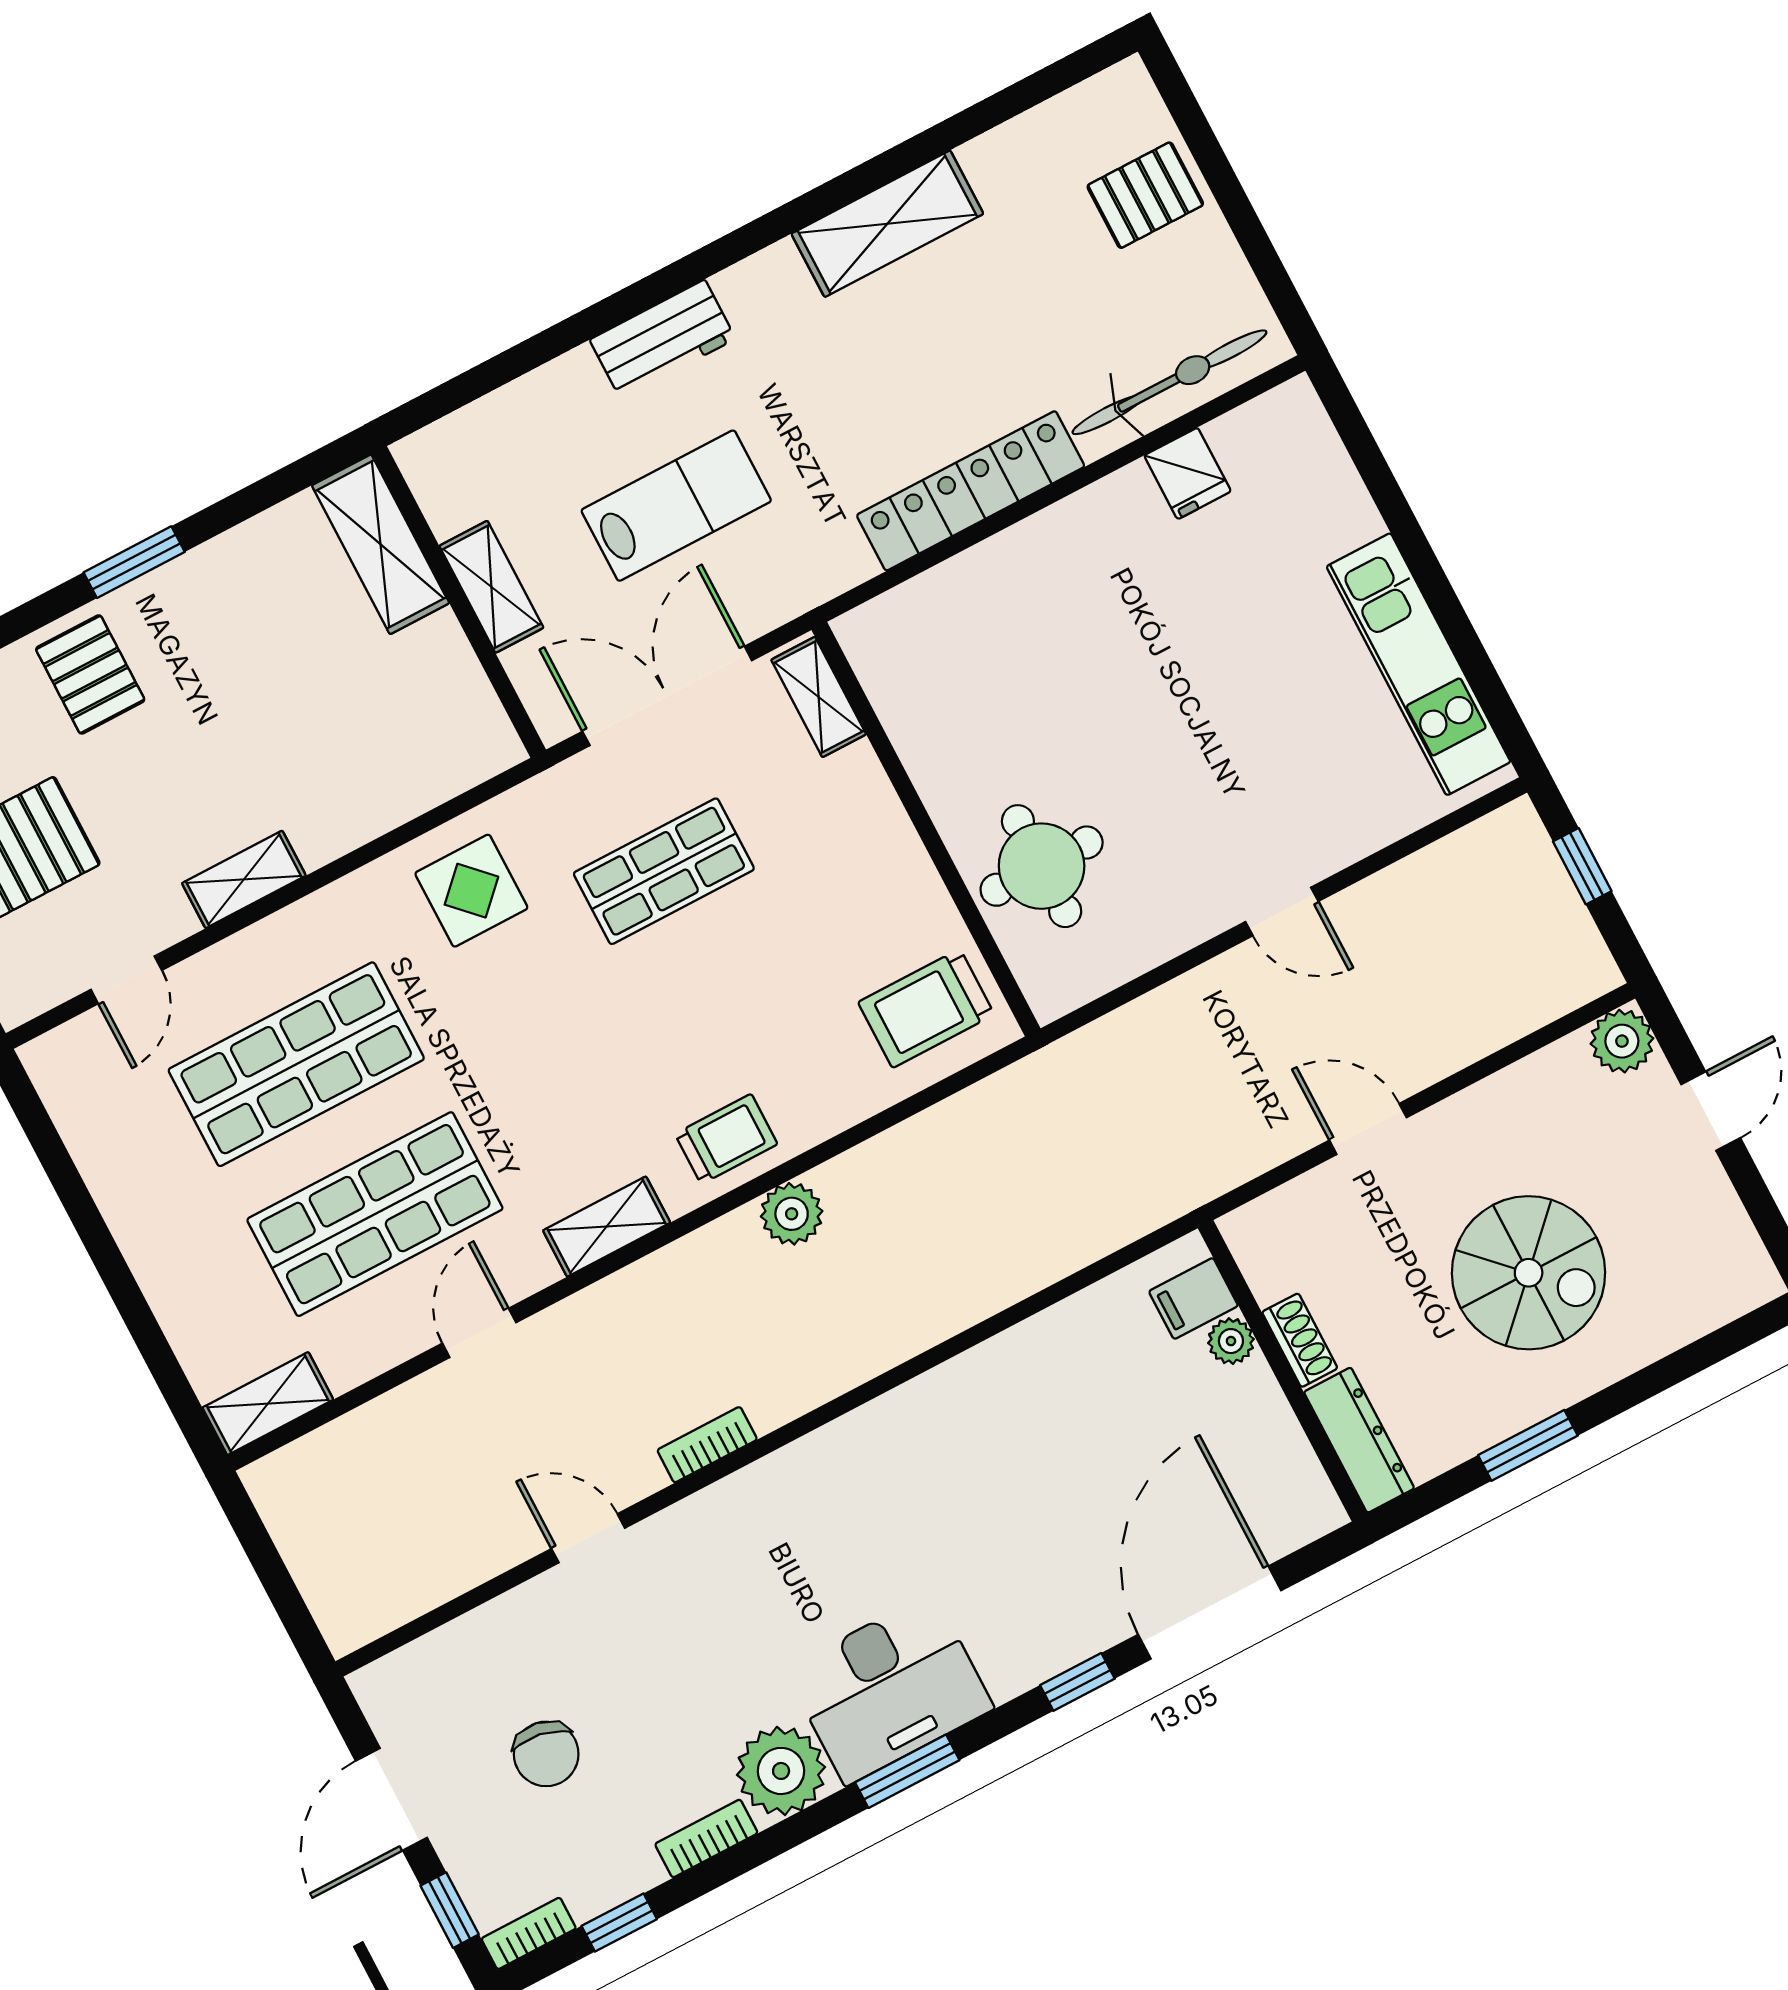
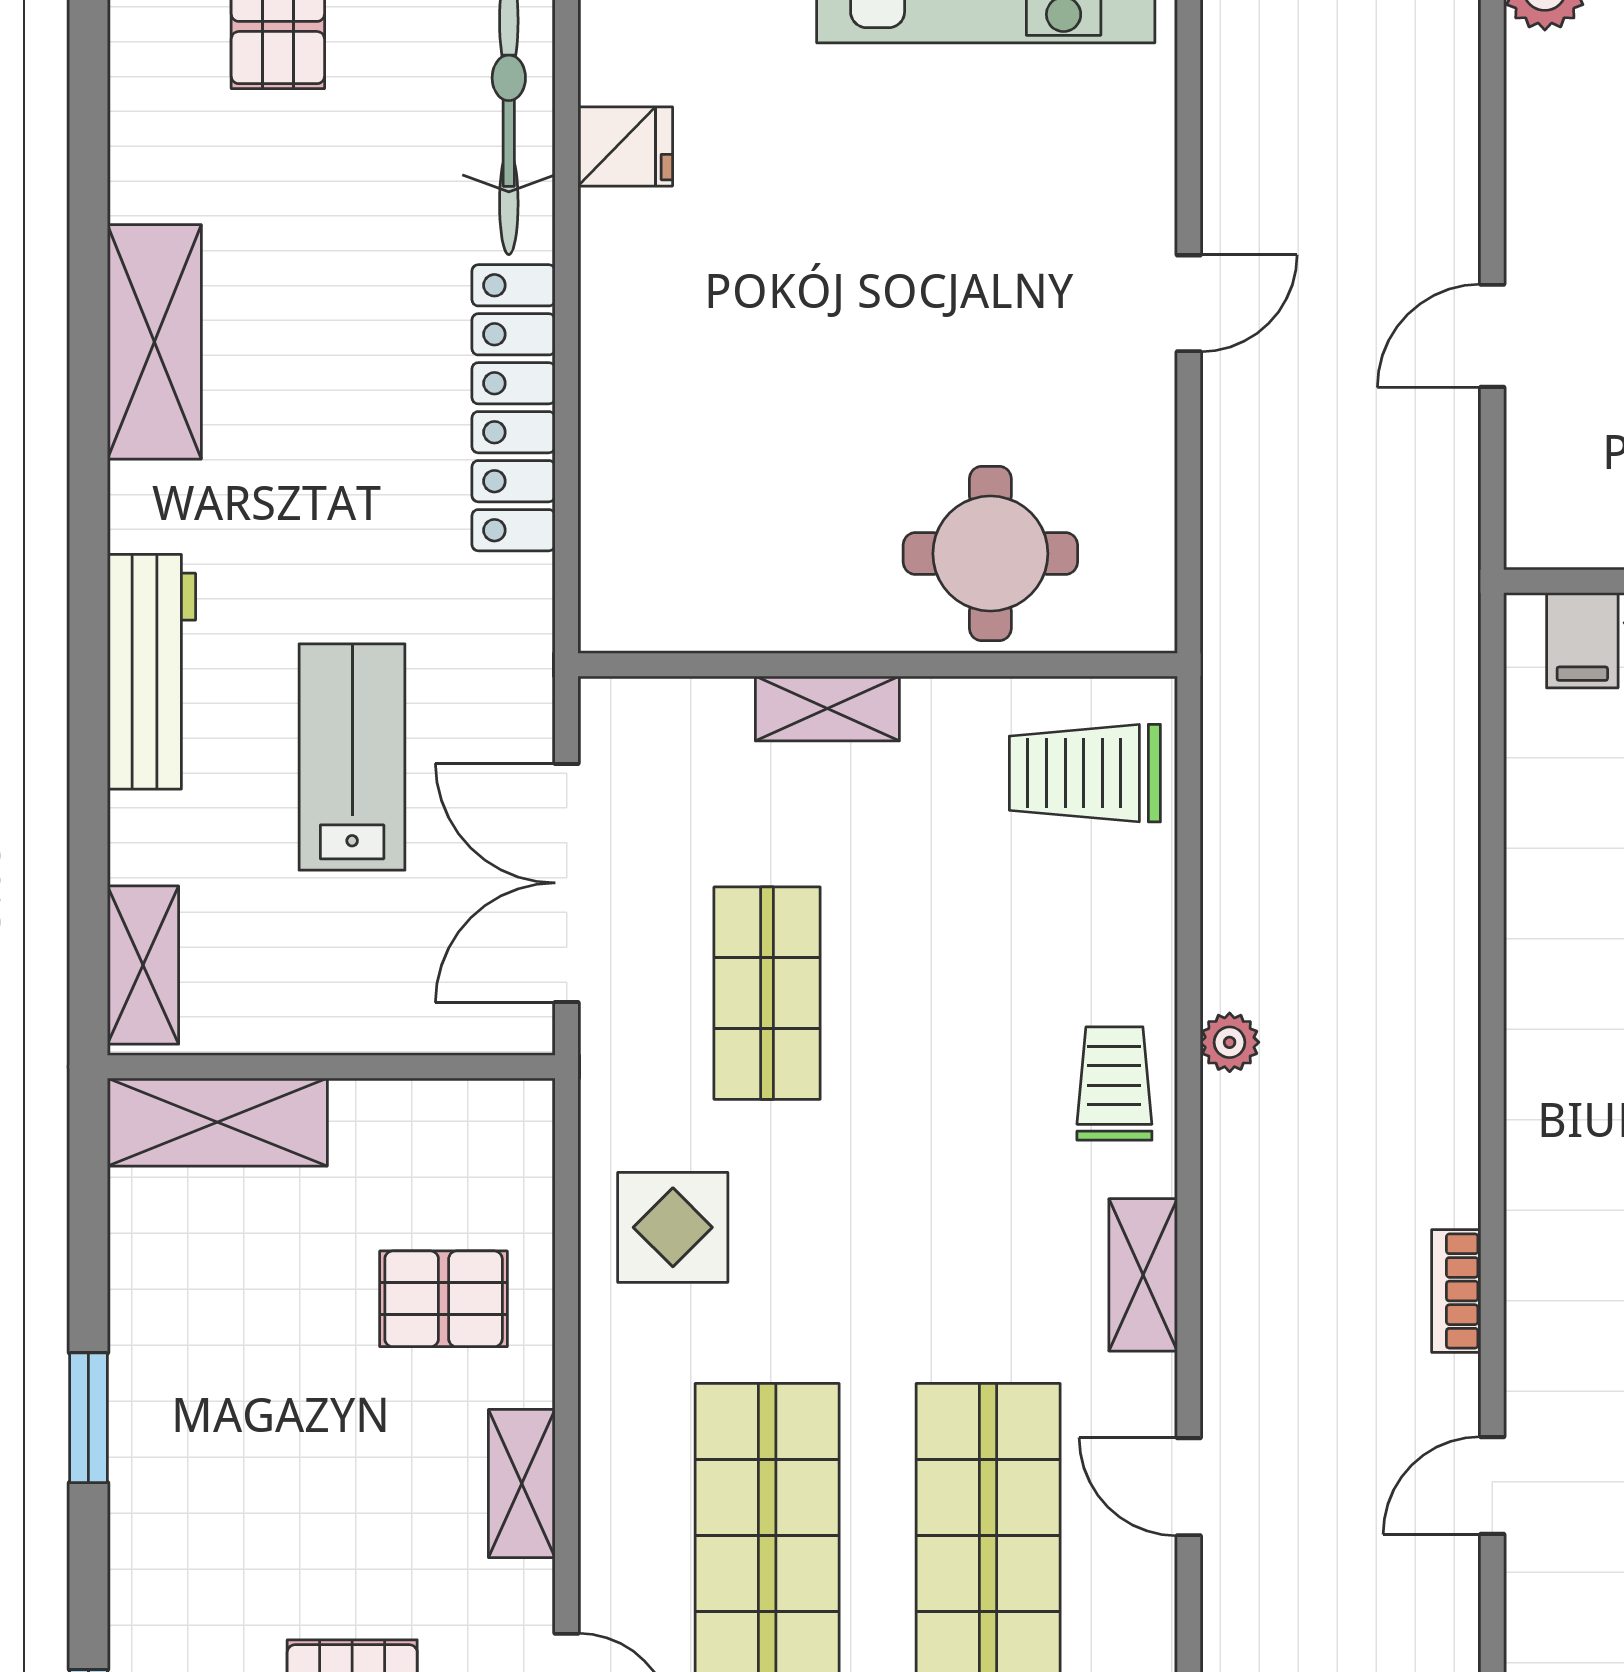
workbench: (663, 339) -> (152, 672), width x1.38
shelving: (491, 587) -> (143, 965), moved, turned 90
pallet: (90, 674) -> (444, 1299), moved
shelving: (819, 697) -> (827, 709), moved
trolley: (926, 1008) -> (1085, 773), turned 90
plant: (792, 1214) -> (1230, 1042), width x0.73, depth x0.73

